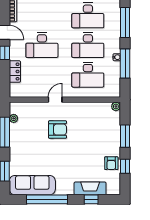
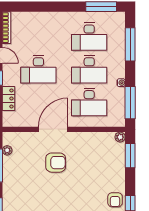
window: (125, 63) -> (130, 103), moved
door: (55, 100) -> (53, 129), width x1.88
window: (125, 136) -> (130, 156), moved

